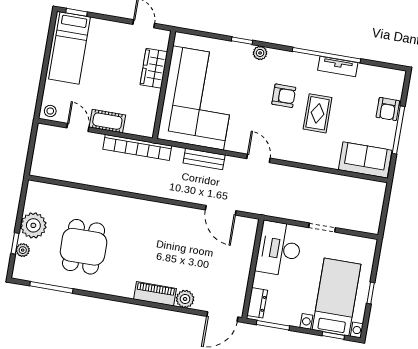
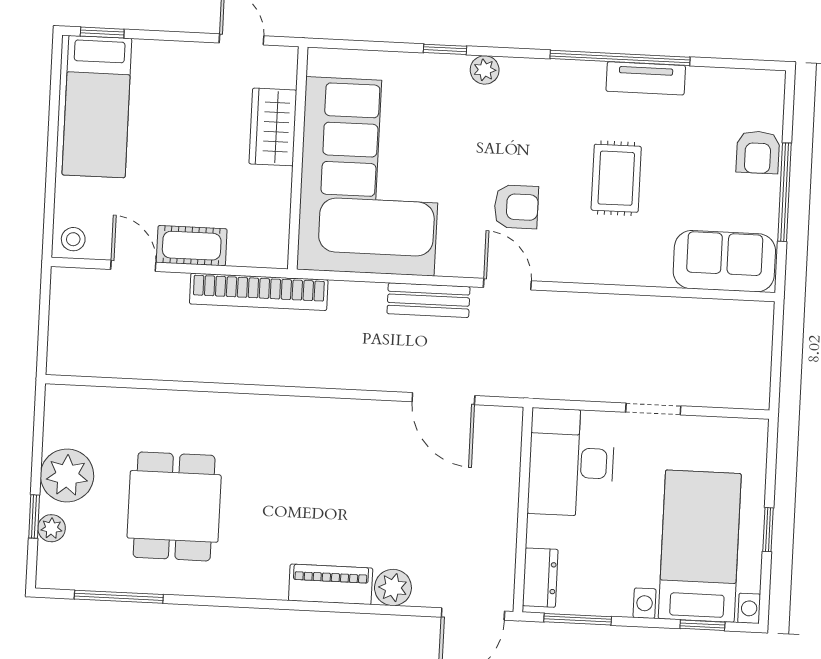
armchair: (284, 96) -> (516, 207), moved
bench: (204, 159) -> (428, 300), moved

